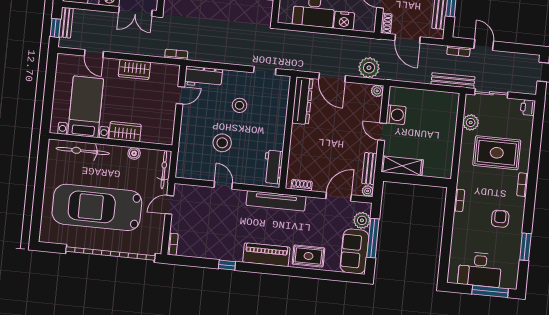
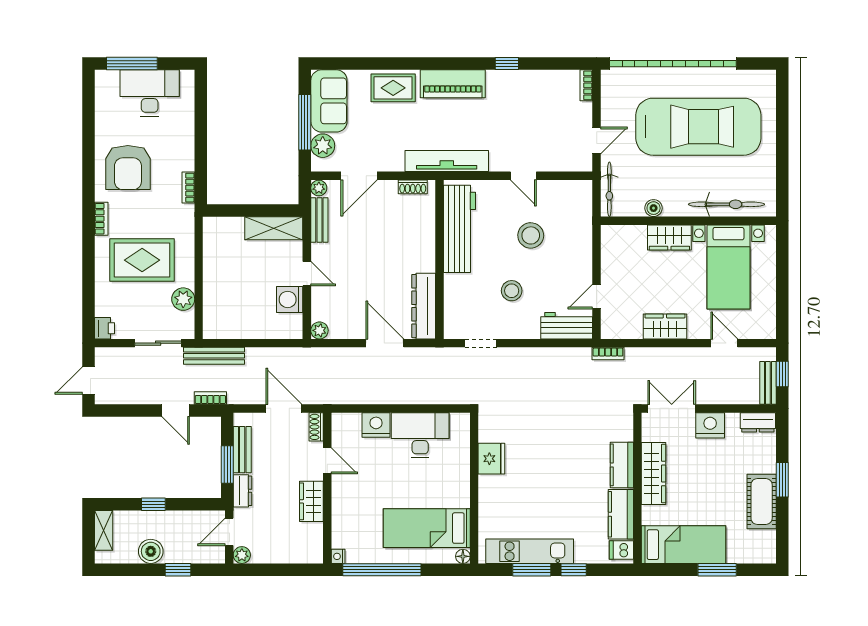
plant: (369, 68) -> (334, 362), removed
workbench: (273, 167) -> (459, 229), width x1.87, depth x1.32
armchair: (500, 219) -> (128, 168), width x1.88, depth x1.88
window: (525, 247) -> (88, 132), removed

